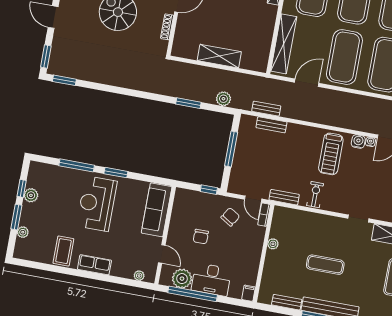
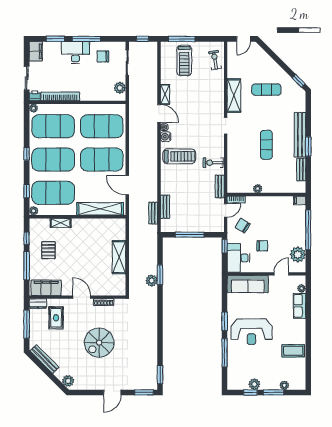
plant: (223, 99) -> (152, 281), moved
row of seats: (94, 265) -> (300, 306), moved
desk: (211, 280) -> (239, 258), moved, turned 180
window: (193, 294) -> (308, 230), moved

